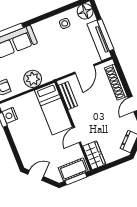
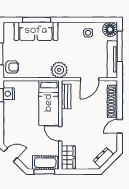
window: (105, 35) -> (120, 46), moved
plant: (33, 79) -> (59, 70), moved
door: (77, 135) -> (60, 134), hinge flipped

